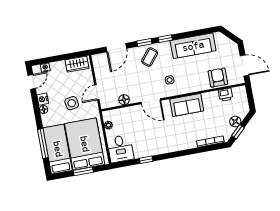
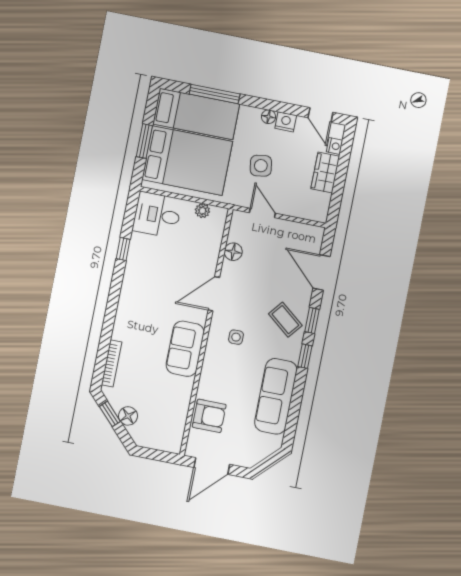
wardrobe: (77, 64) -> (325, 173), moved
printer: (226, 95) -> (177, 417), removed

